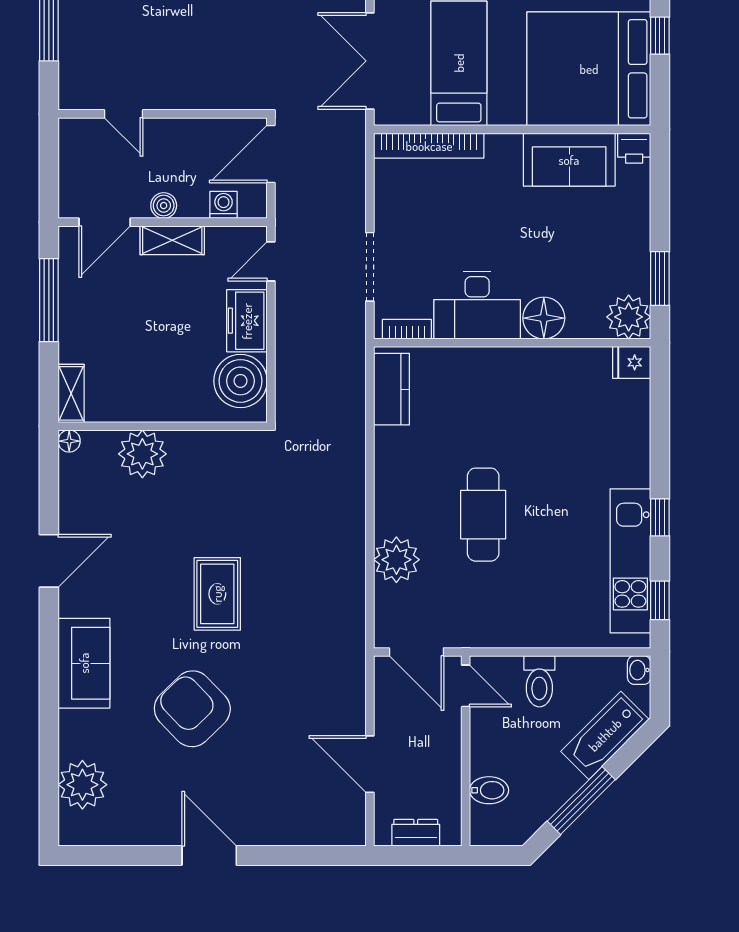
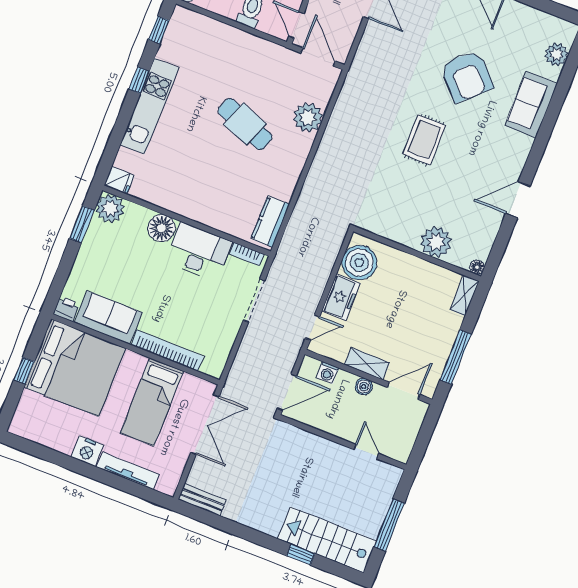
bookcase: (429, 146) -> (167, 351), moved
cafe table: (483, 515) -> (245, 124), turned -69
kitchen unit: (630, 561) -> (149, 106), moved
sofa: (84, 663) -> (531, 105), moved
plant: (82, 785) -> (557, 54), width x0.73, depth x0.73

